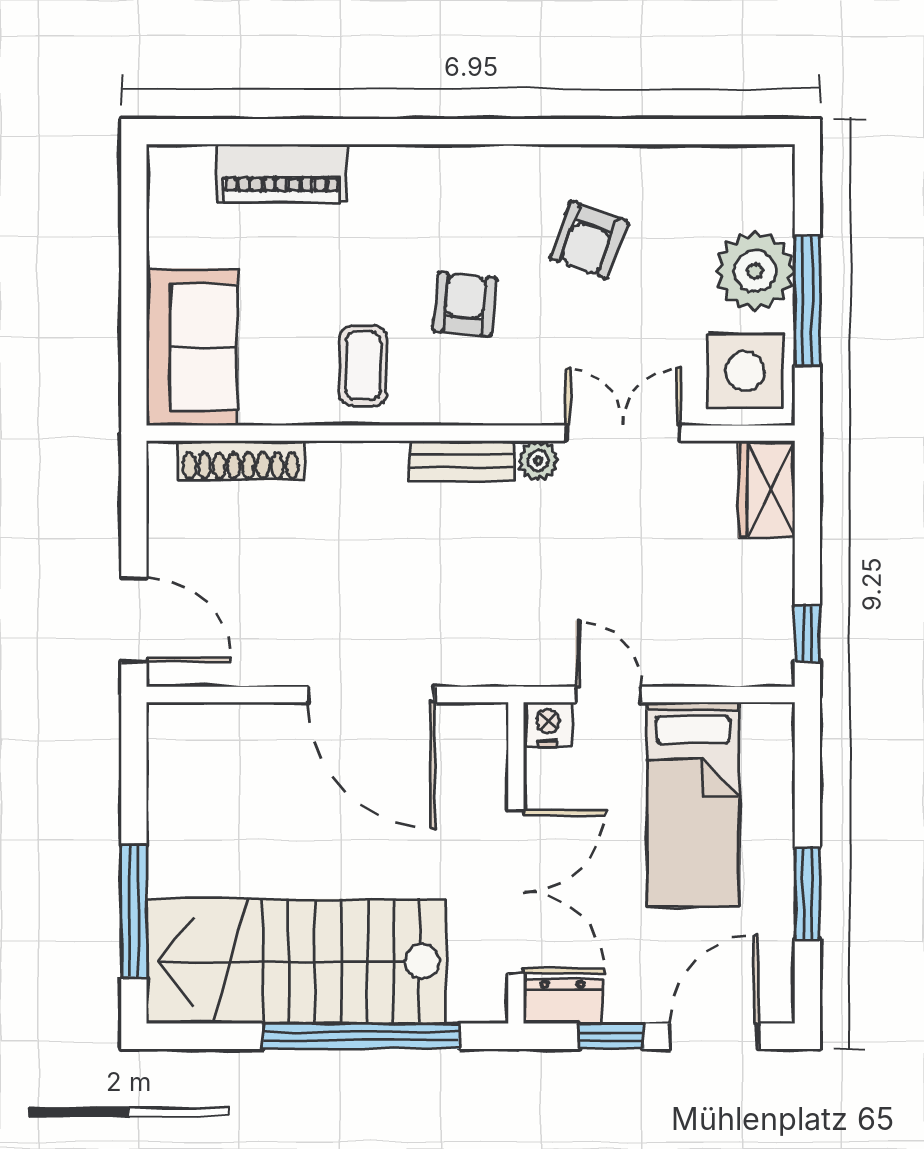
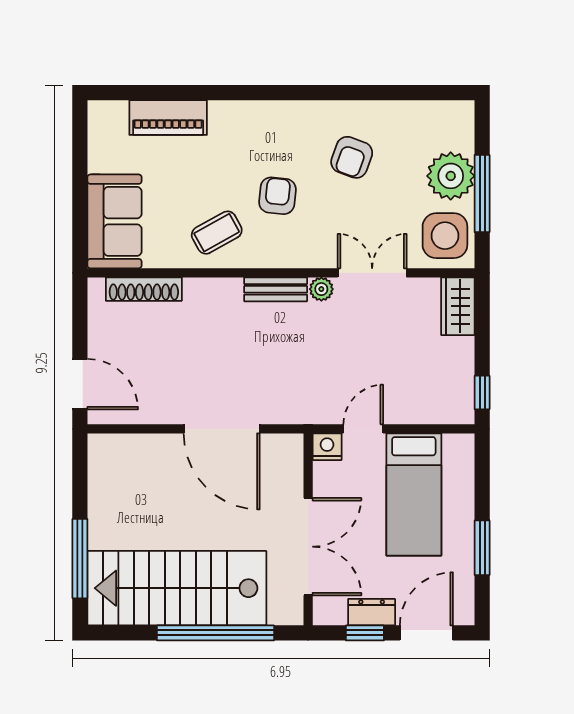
coffee table: (363, 366) -> (217, 233), turned 61
door: (608, 695) -> (363, 429), hinge flipped
dresser: (563, 1002) -> (372, 612), moved

